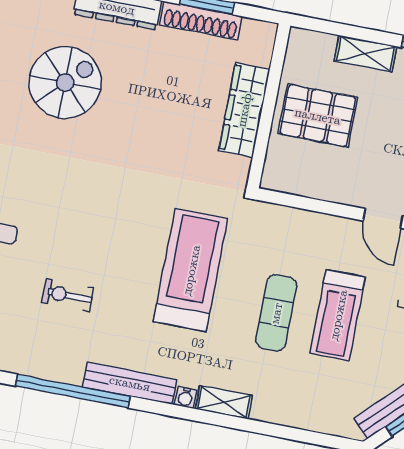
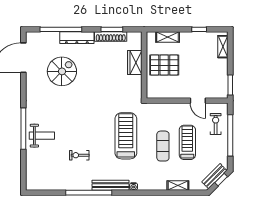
shelving: (365, 54) -> (168, 37), moved
wardrobe: (244, 110) -> (135, 62), width x0.67
treadmill: (338, 315) -> (187, 142), turned 180
shelving: (224, 402) -> (178, 185), moved

